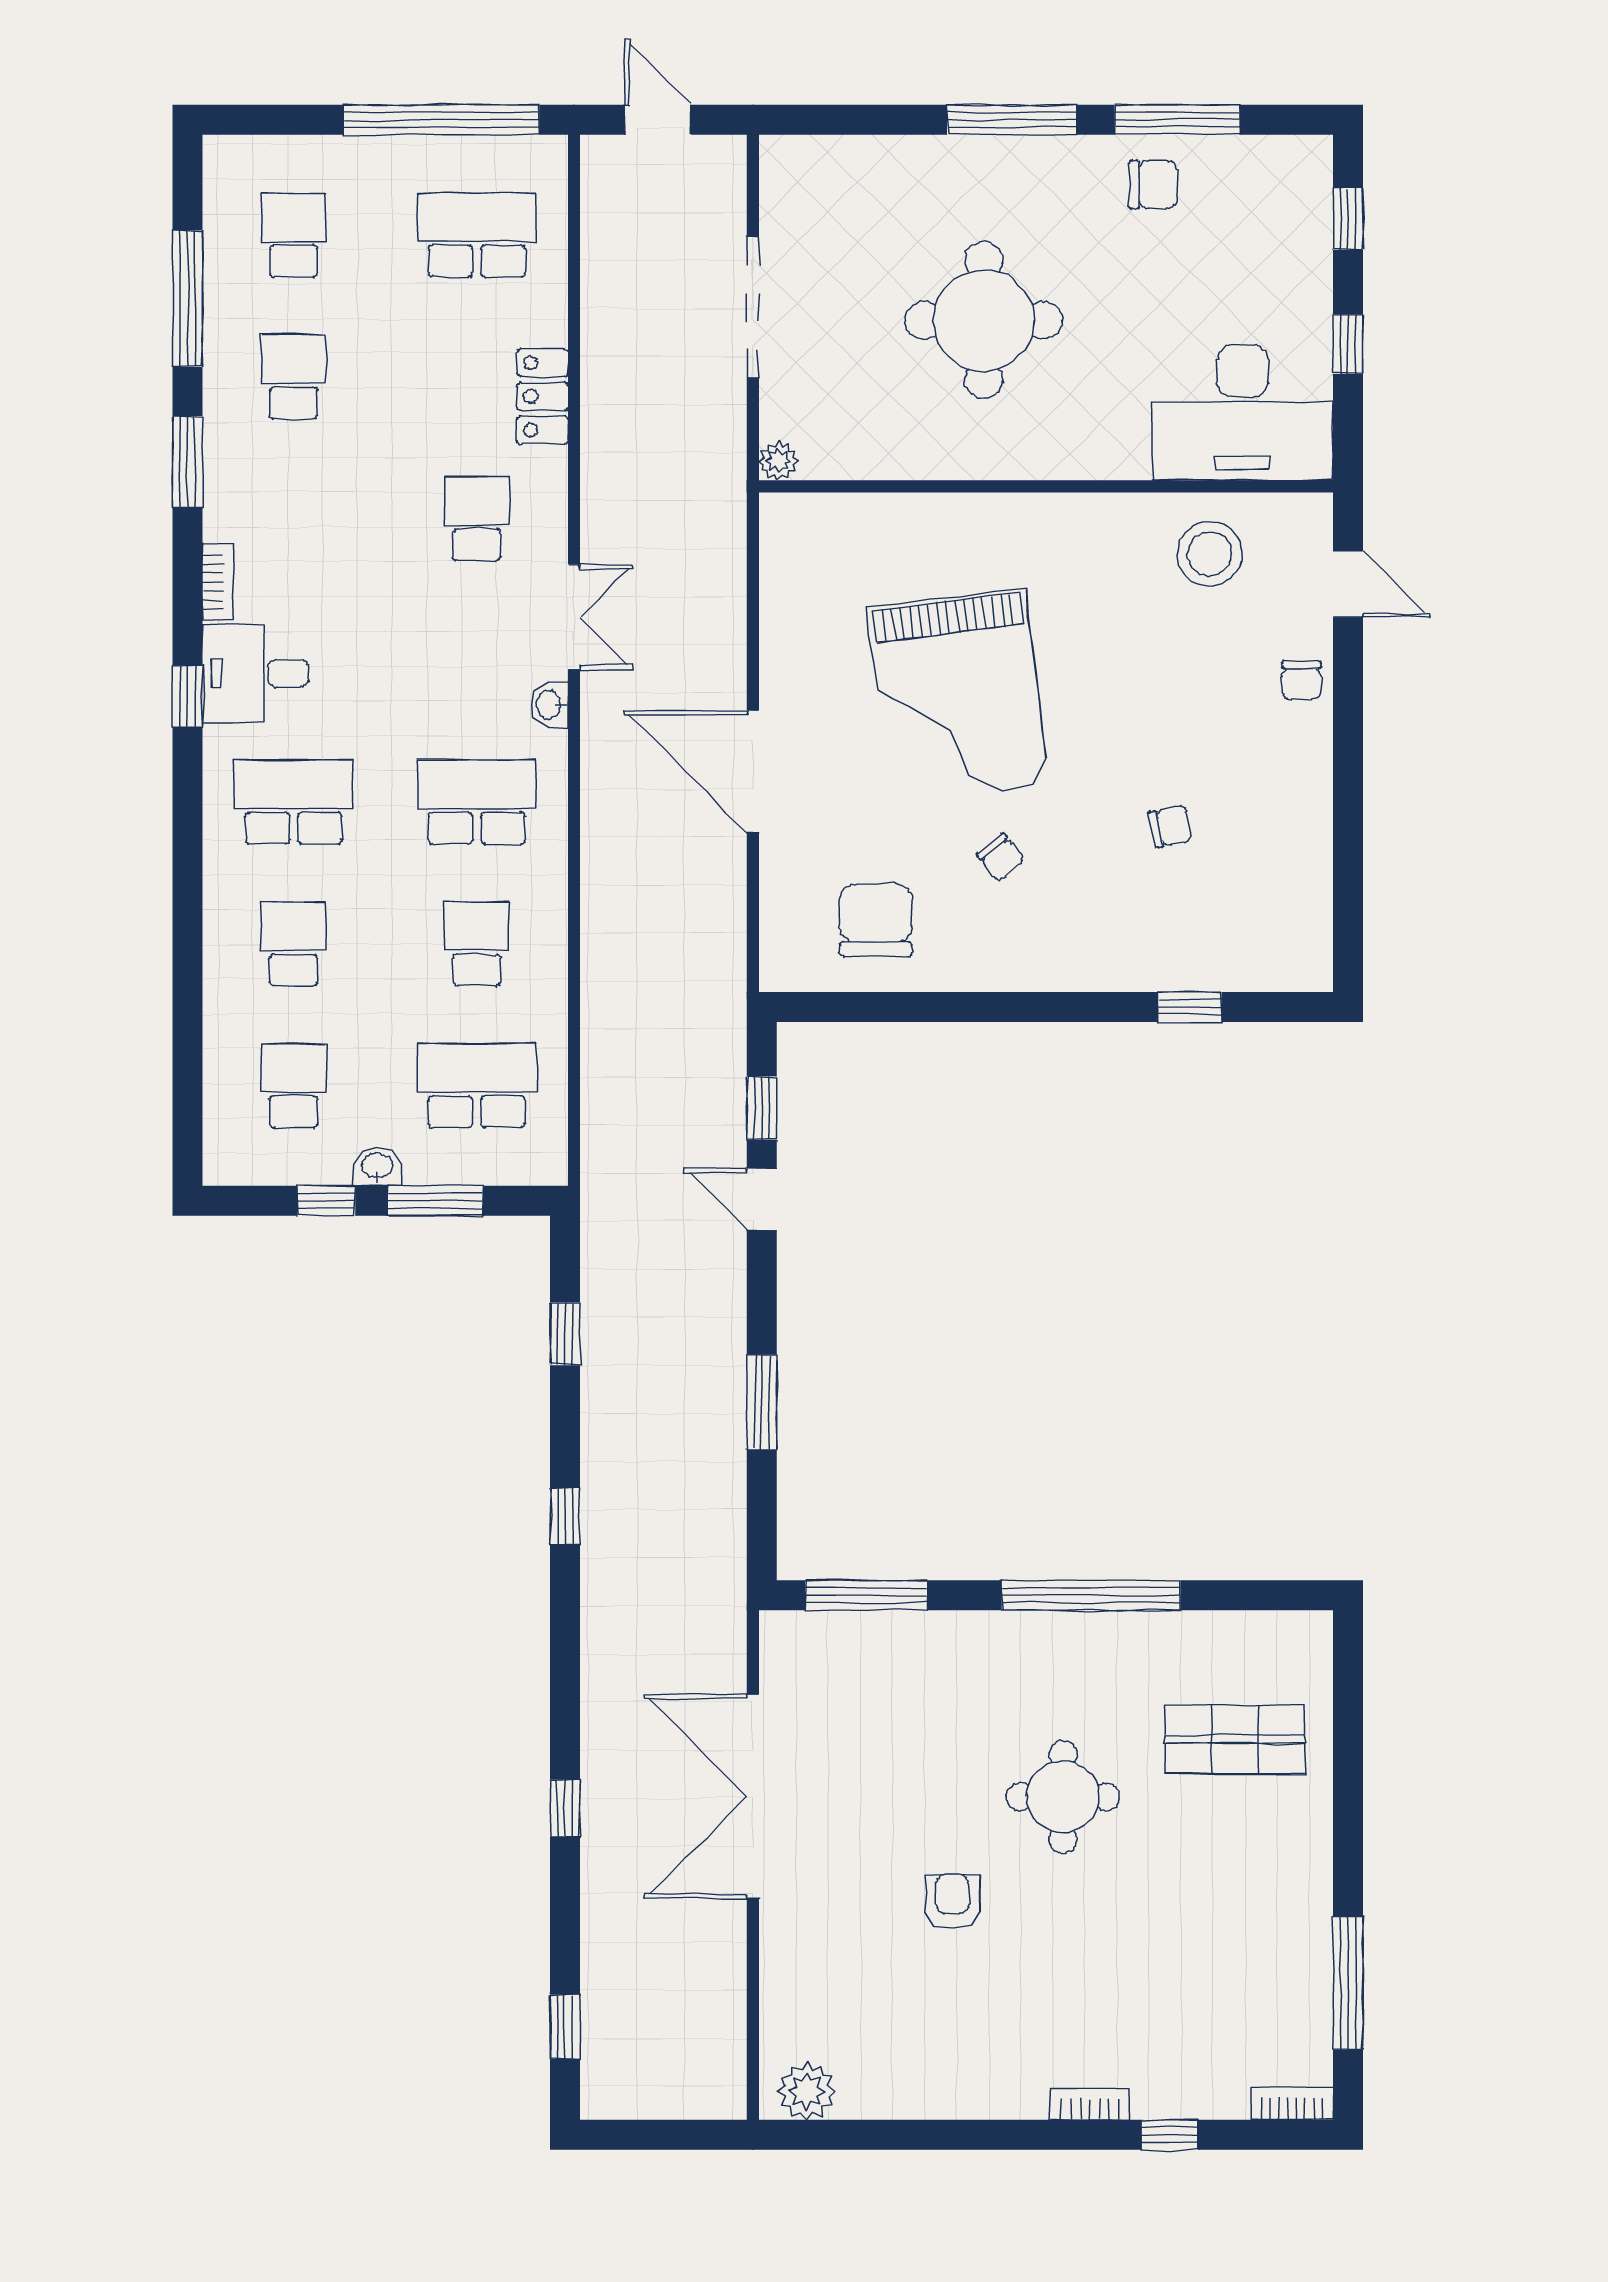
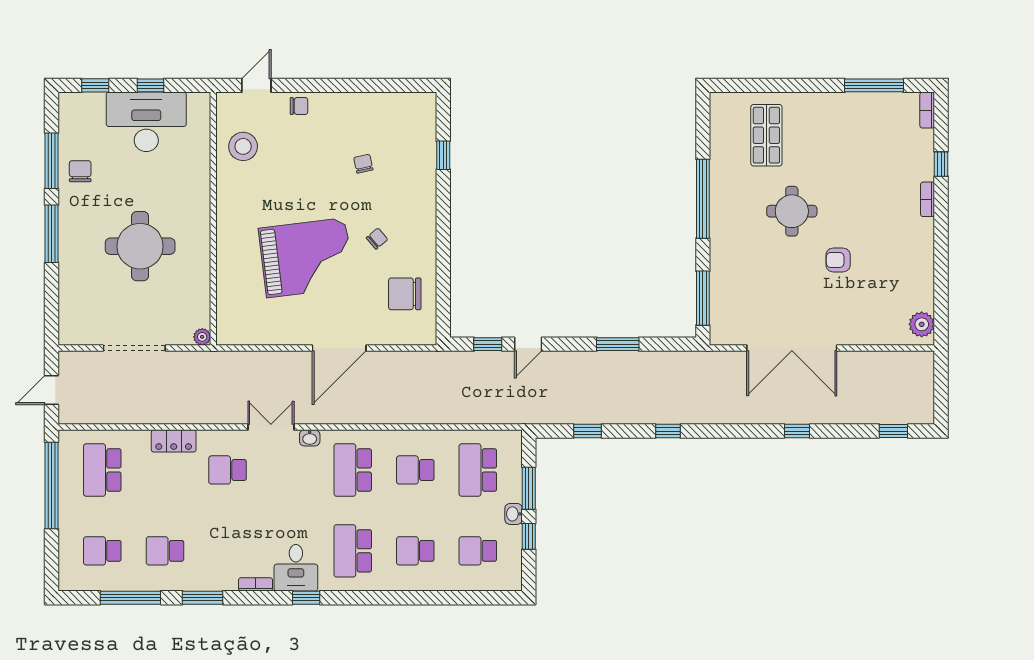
desk: (1243, 413) -> (146, 122), moved, turned -90

